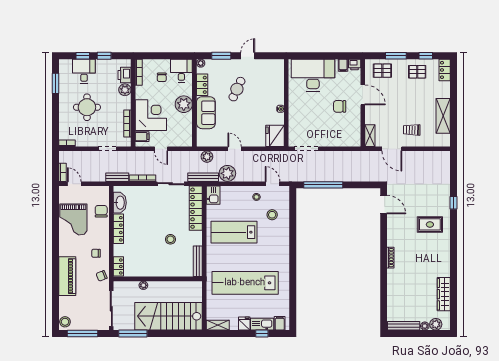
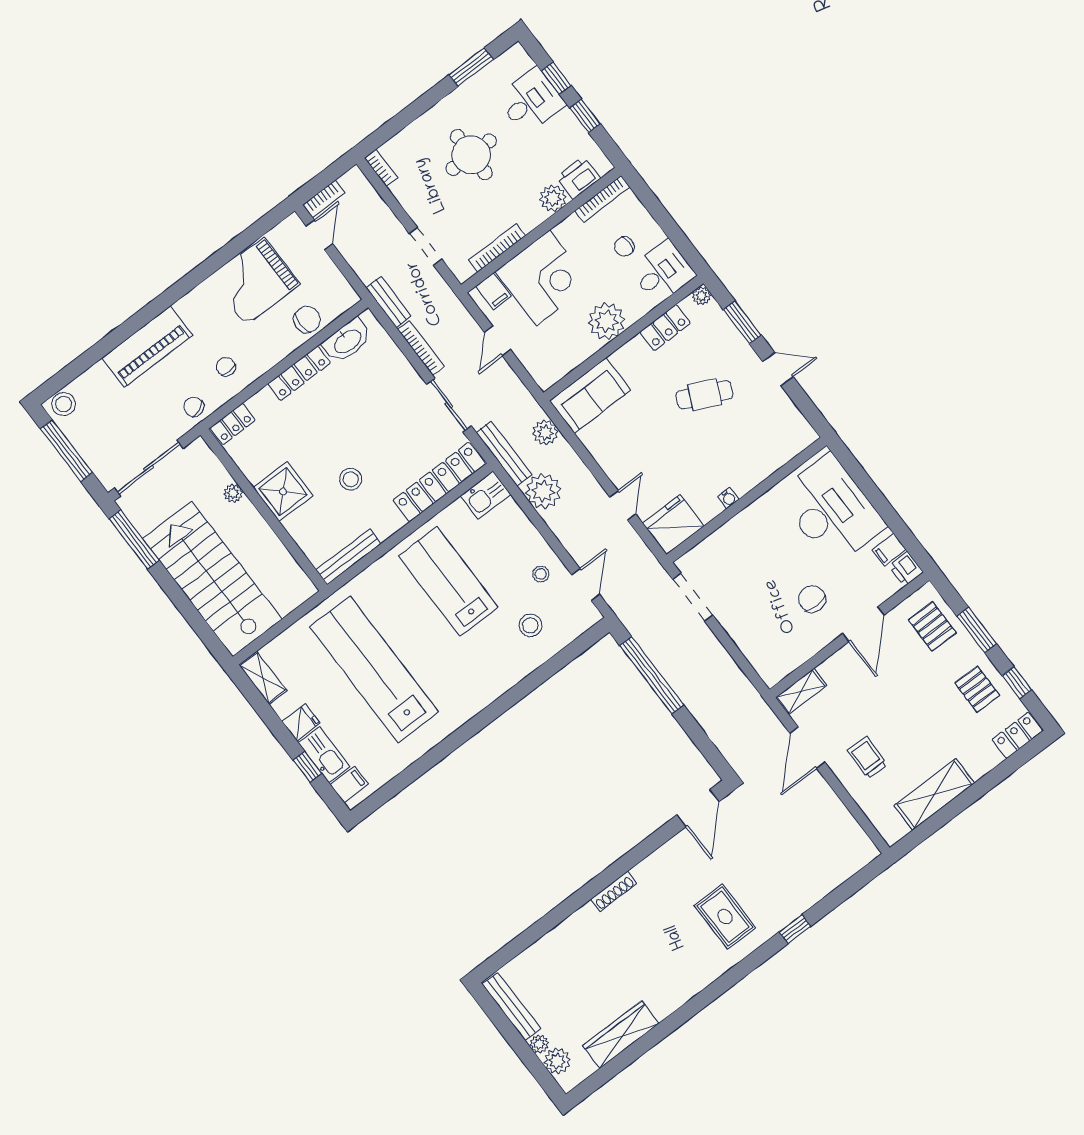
sofa: (206, 113) -> (590, 395), moved
door: (235, 149) -> (623, 505), moved
shower: (156, 267) -> (283, 492), added

